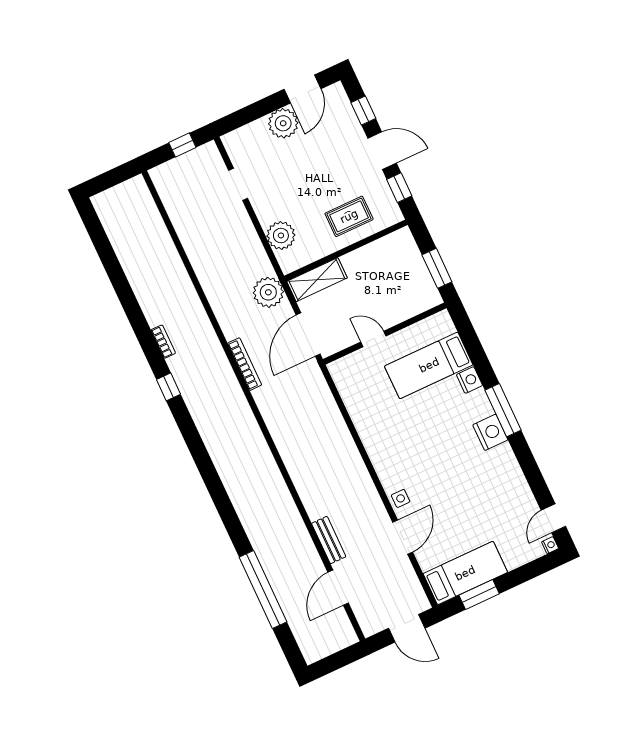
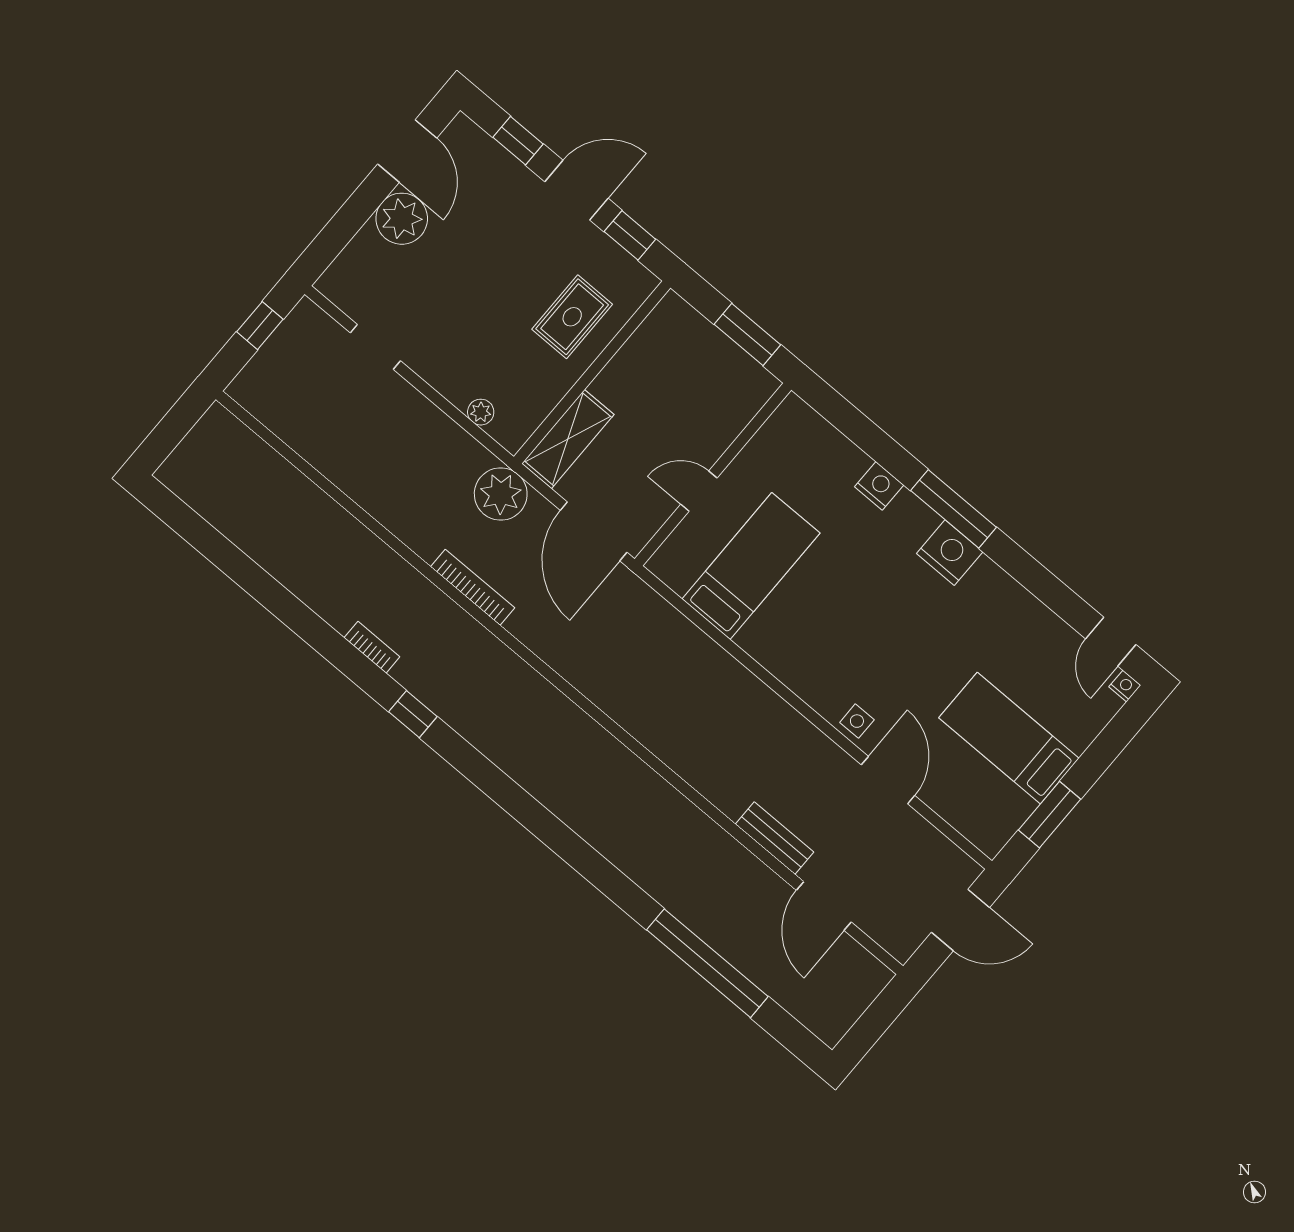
plant: (281, 235) -> (481, 412), width x0.53, depth x0.53
bookcase: (245, 364) -> (473, 587), moved
bed: (429, 365) -> (751, 566), moved, turned 180
bed: (465, 573) -> (1009, 738), moved, turned -90

